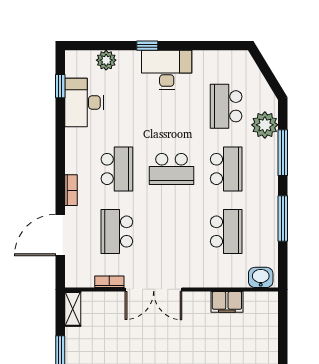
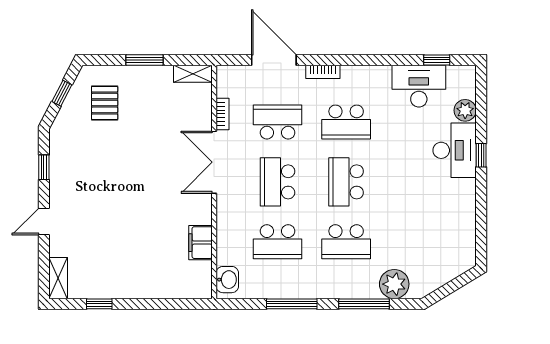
desk: (167, 70) -> (455, 150), moved
school desk: (226, 106) -> (278, 182), moved, turned -90

